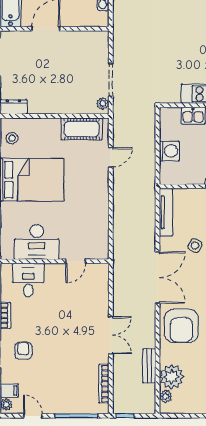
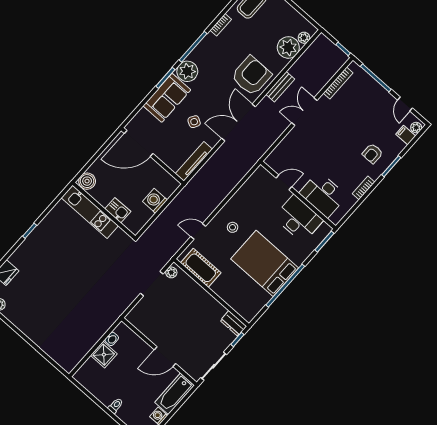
stool: (12, 138) -> (233, 227), moved
desk: (28, 280) -> (323, 195), width x1.37
bench: (149, 366) -> (280, 87), moved

